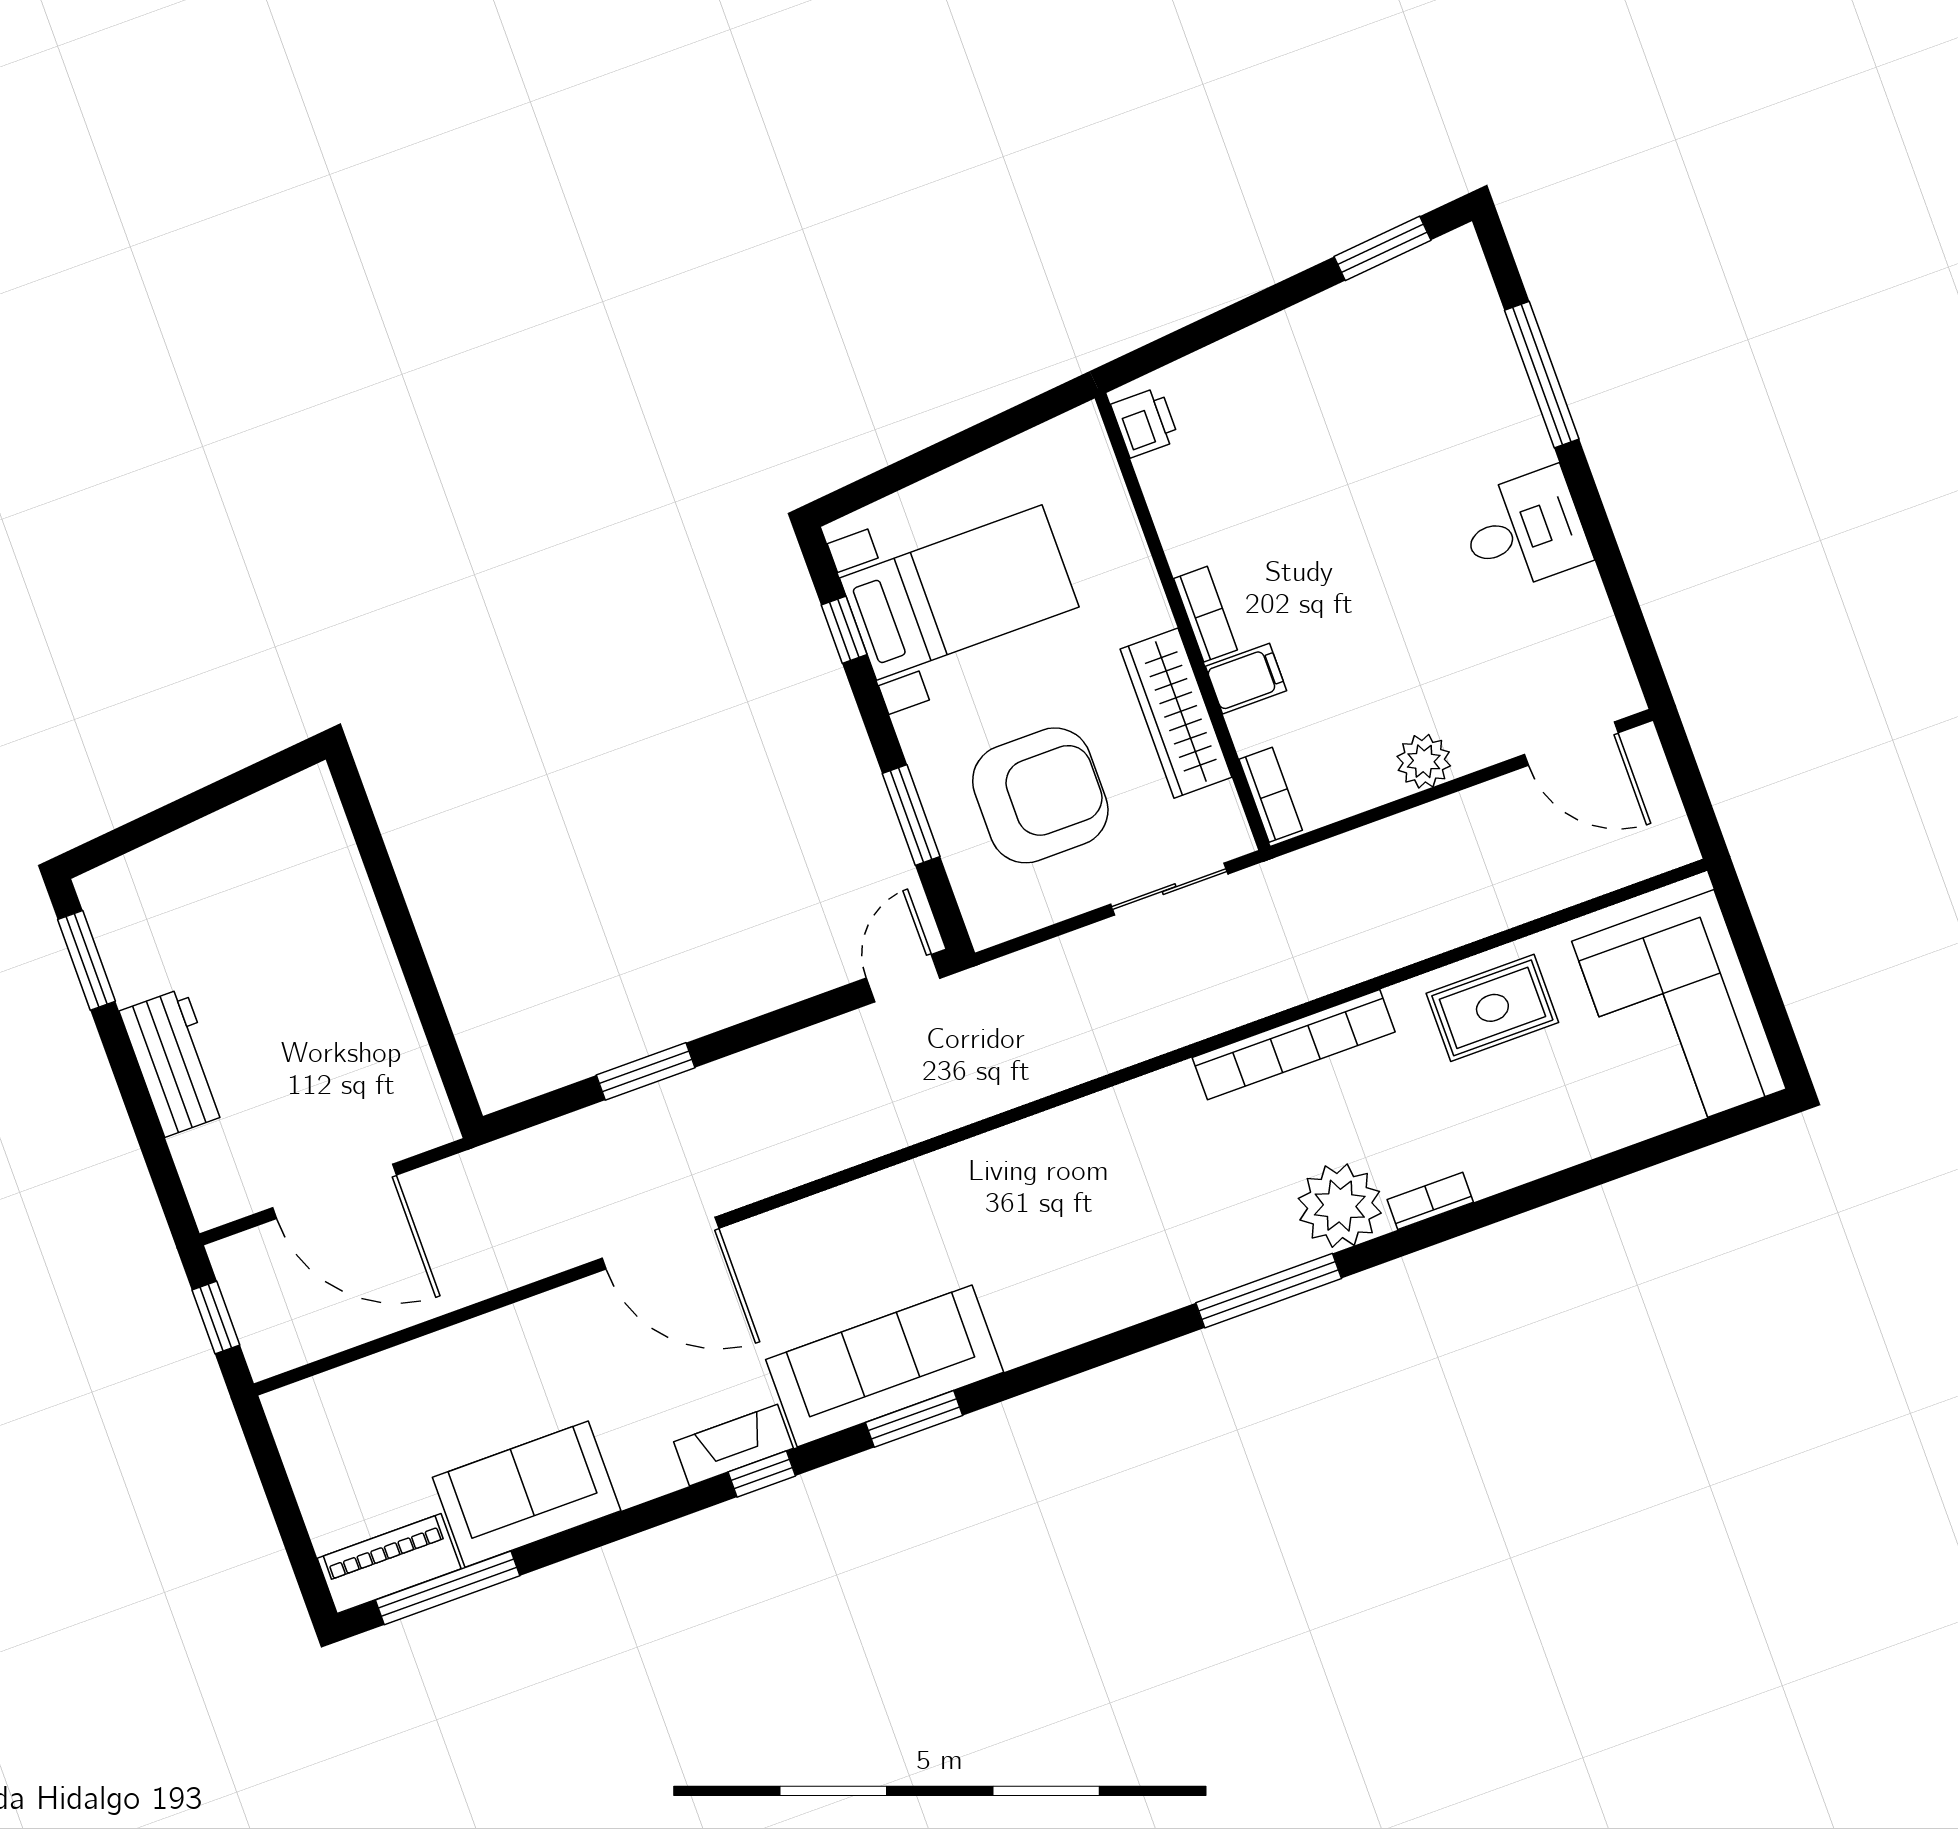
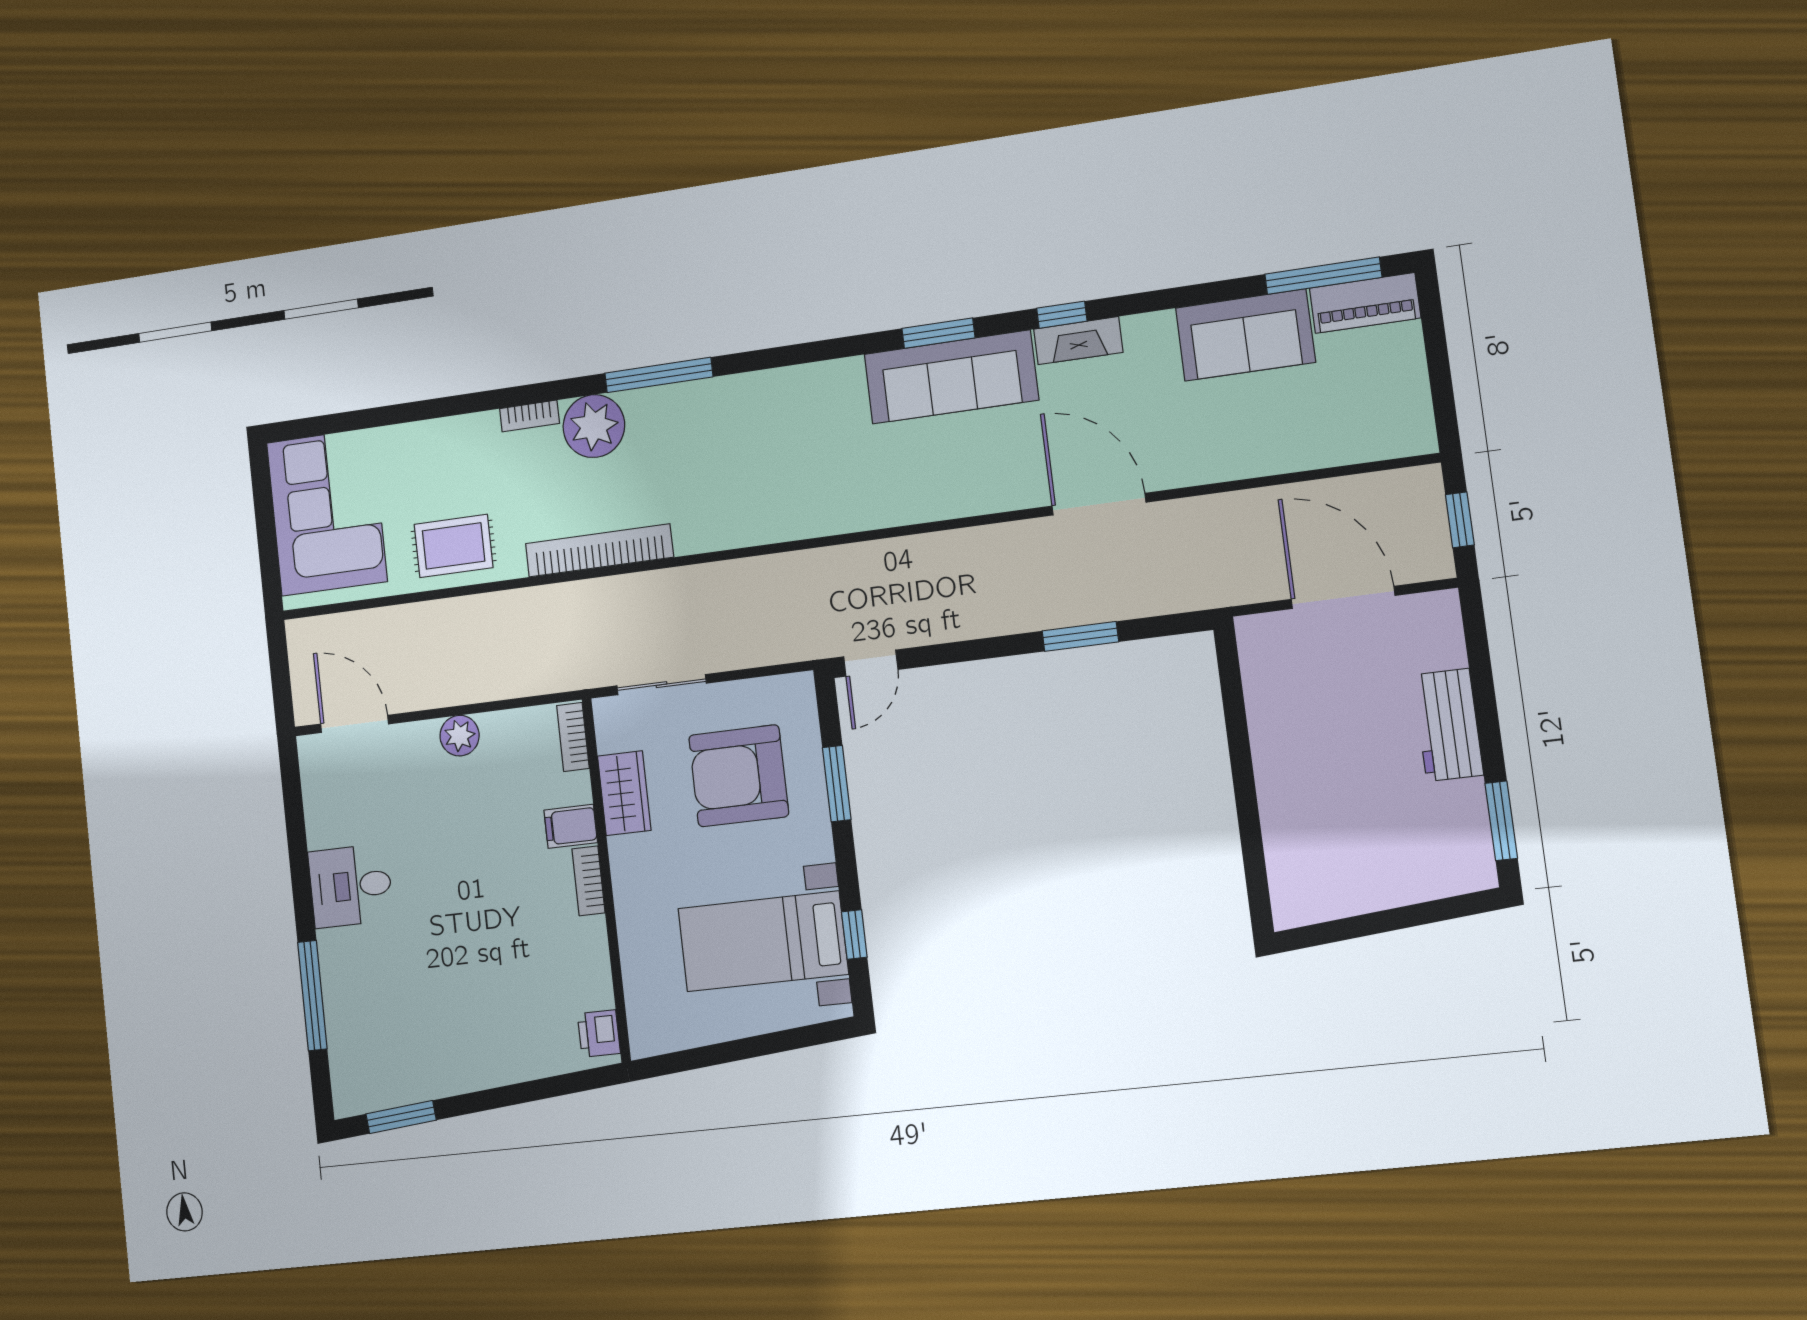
wardrobe: (1176, 713) -> (624, 793), width x0.67

